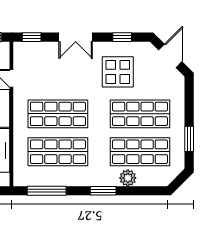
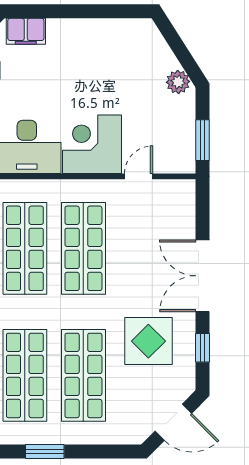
window: (32, 37) -> (202, 207), removed
double door: (76, 37) -> (202, 276), width x1.37

